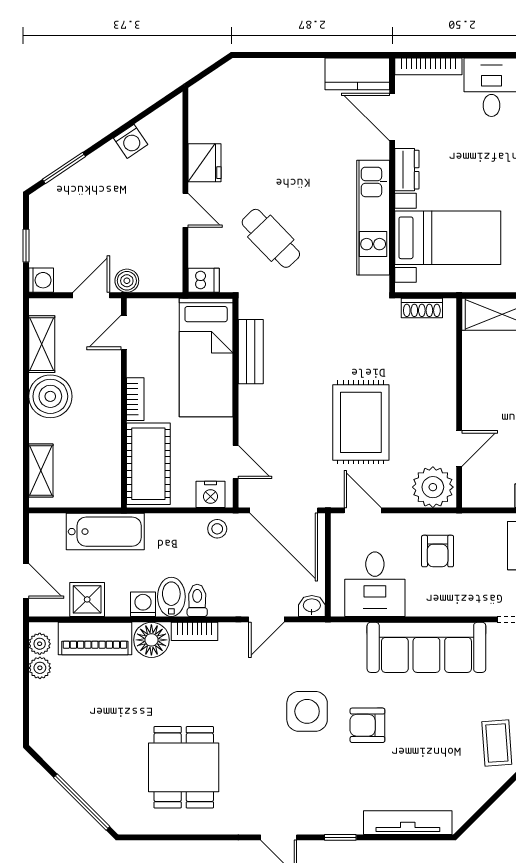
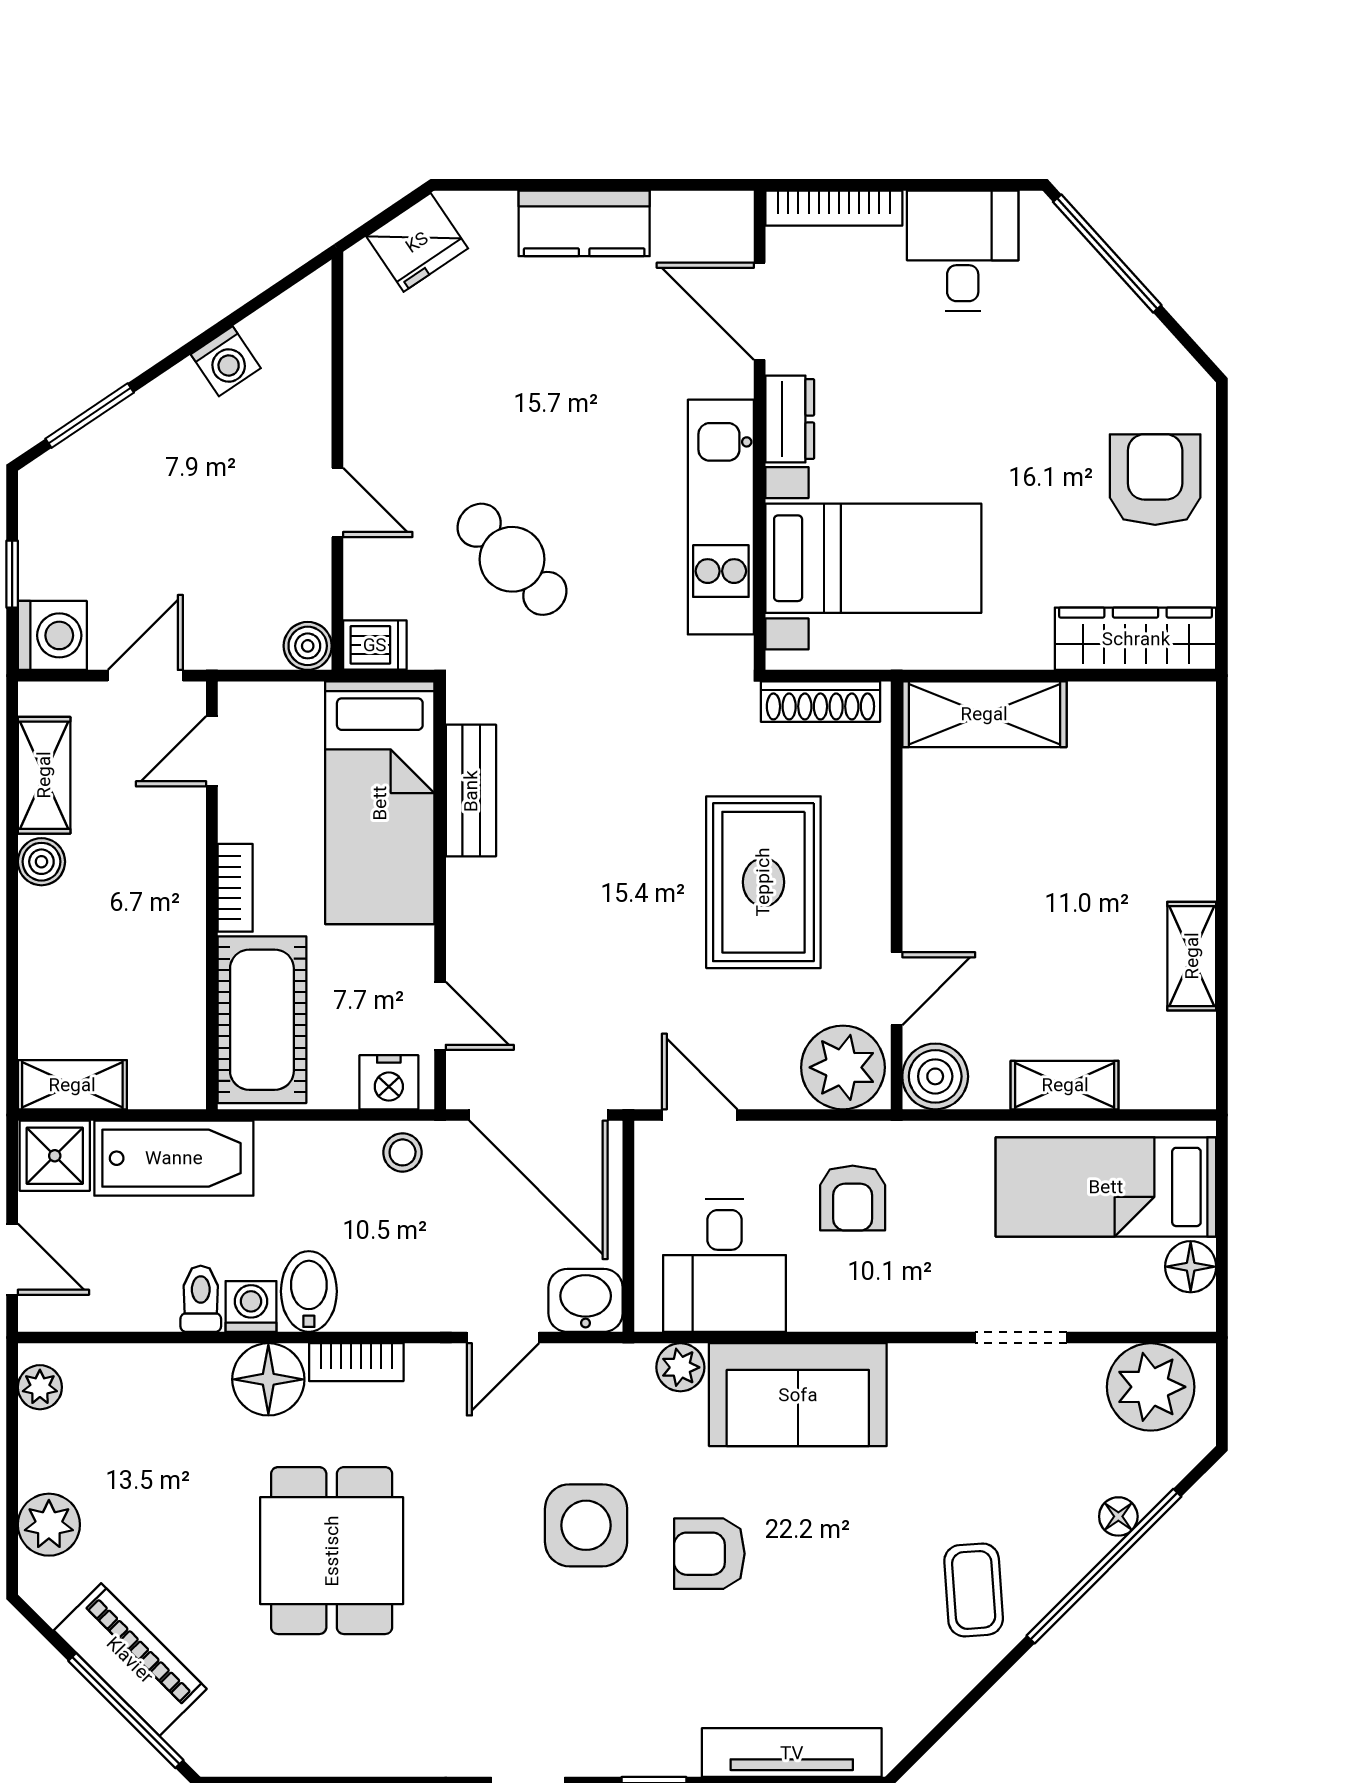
kitchen counter: (357, 74) -> (584, 223), moved
fridge: (205, 163) -> (417, 242), moved, turned 56
washing machine: (41, 280) -> (52, 635), width x1.38, depth x1.38
boiler: (127, 281) -> (308, 646), moved
shoe rack: (422, 308) -> (820, 702), width x1.43
boiler: (50, 396) -> (41, 862), width x0.54, depth x0.54
rug: (361, 422) -> (763, 882), moved
shelving: (41, 471) -> (72, 1085), moved, turned 90
boiler: (478, 492) -> (935, 1076), added
shower: (87, 599) -> (55, 1156), moved
toilet: (197, 600) -> (201, 1299), moved
washbasin: (312, 606) -> (586, 1300), width x1.38, depth x1.45
plant: (353, 634) -> (680, 1367), added
piano: (95, 639) -> (130, 1660), moved, turned -135
sofa: (426, 647) -> (798, 1395), width x0.73
plant: (40, 668) -> (49, 1525), moved, width x1.38, depth x1.38
dining table: (184, 767) -> (332, 1551), moved

